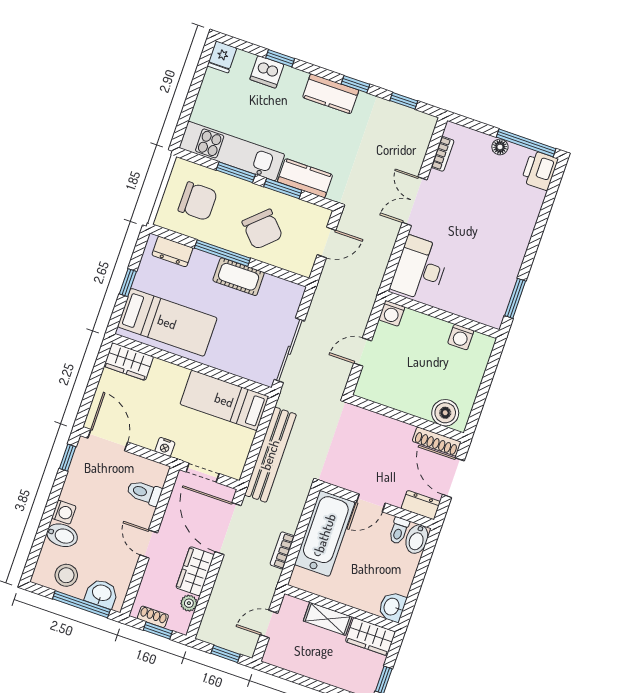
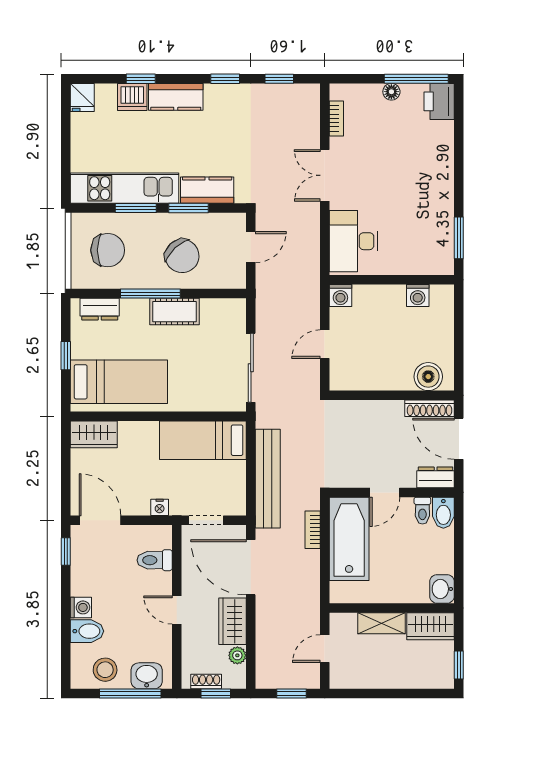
kitchen counter: (331, 94) -> (176, 97), moved
bookcase: (282, 550) -> (313, 530), moved

